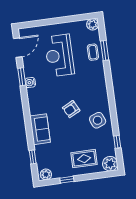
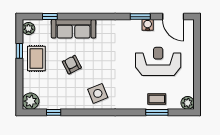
water cooler: (30, 83) -> (148, 25), moved
armchair: (71, 109) -> (72, 65), moved
side table: (98, 120) -> (98, 93), moved
sofa: (40, 129) -> (74, 29), width x1.36
rug: (84, 159) -> (36, 58), moved

